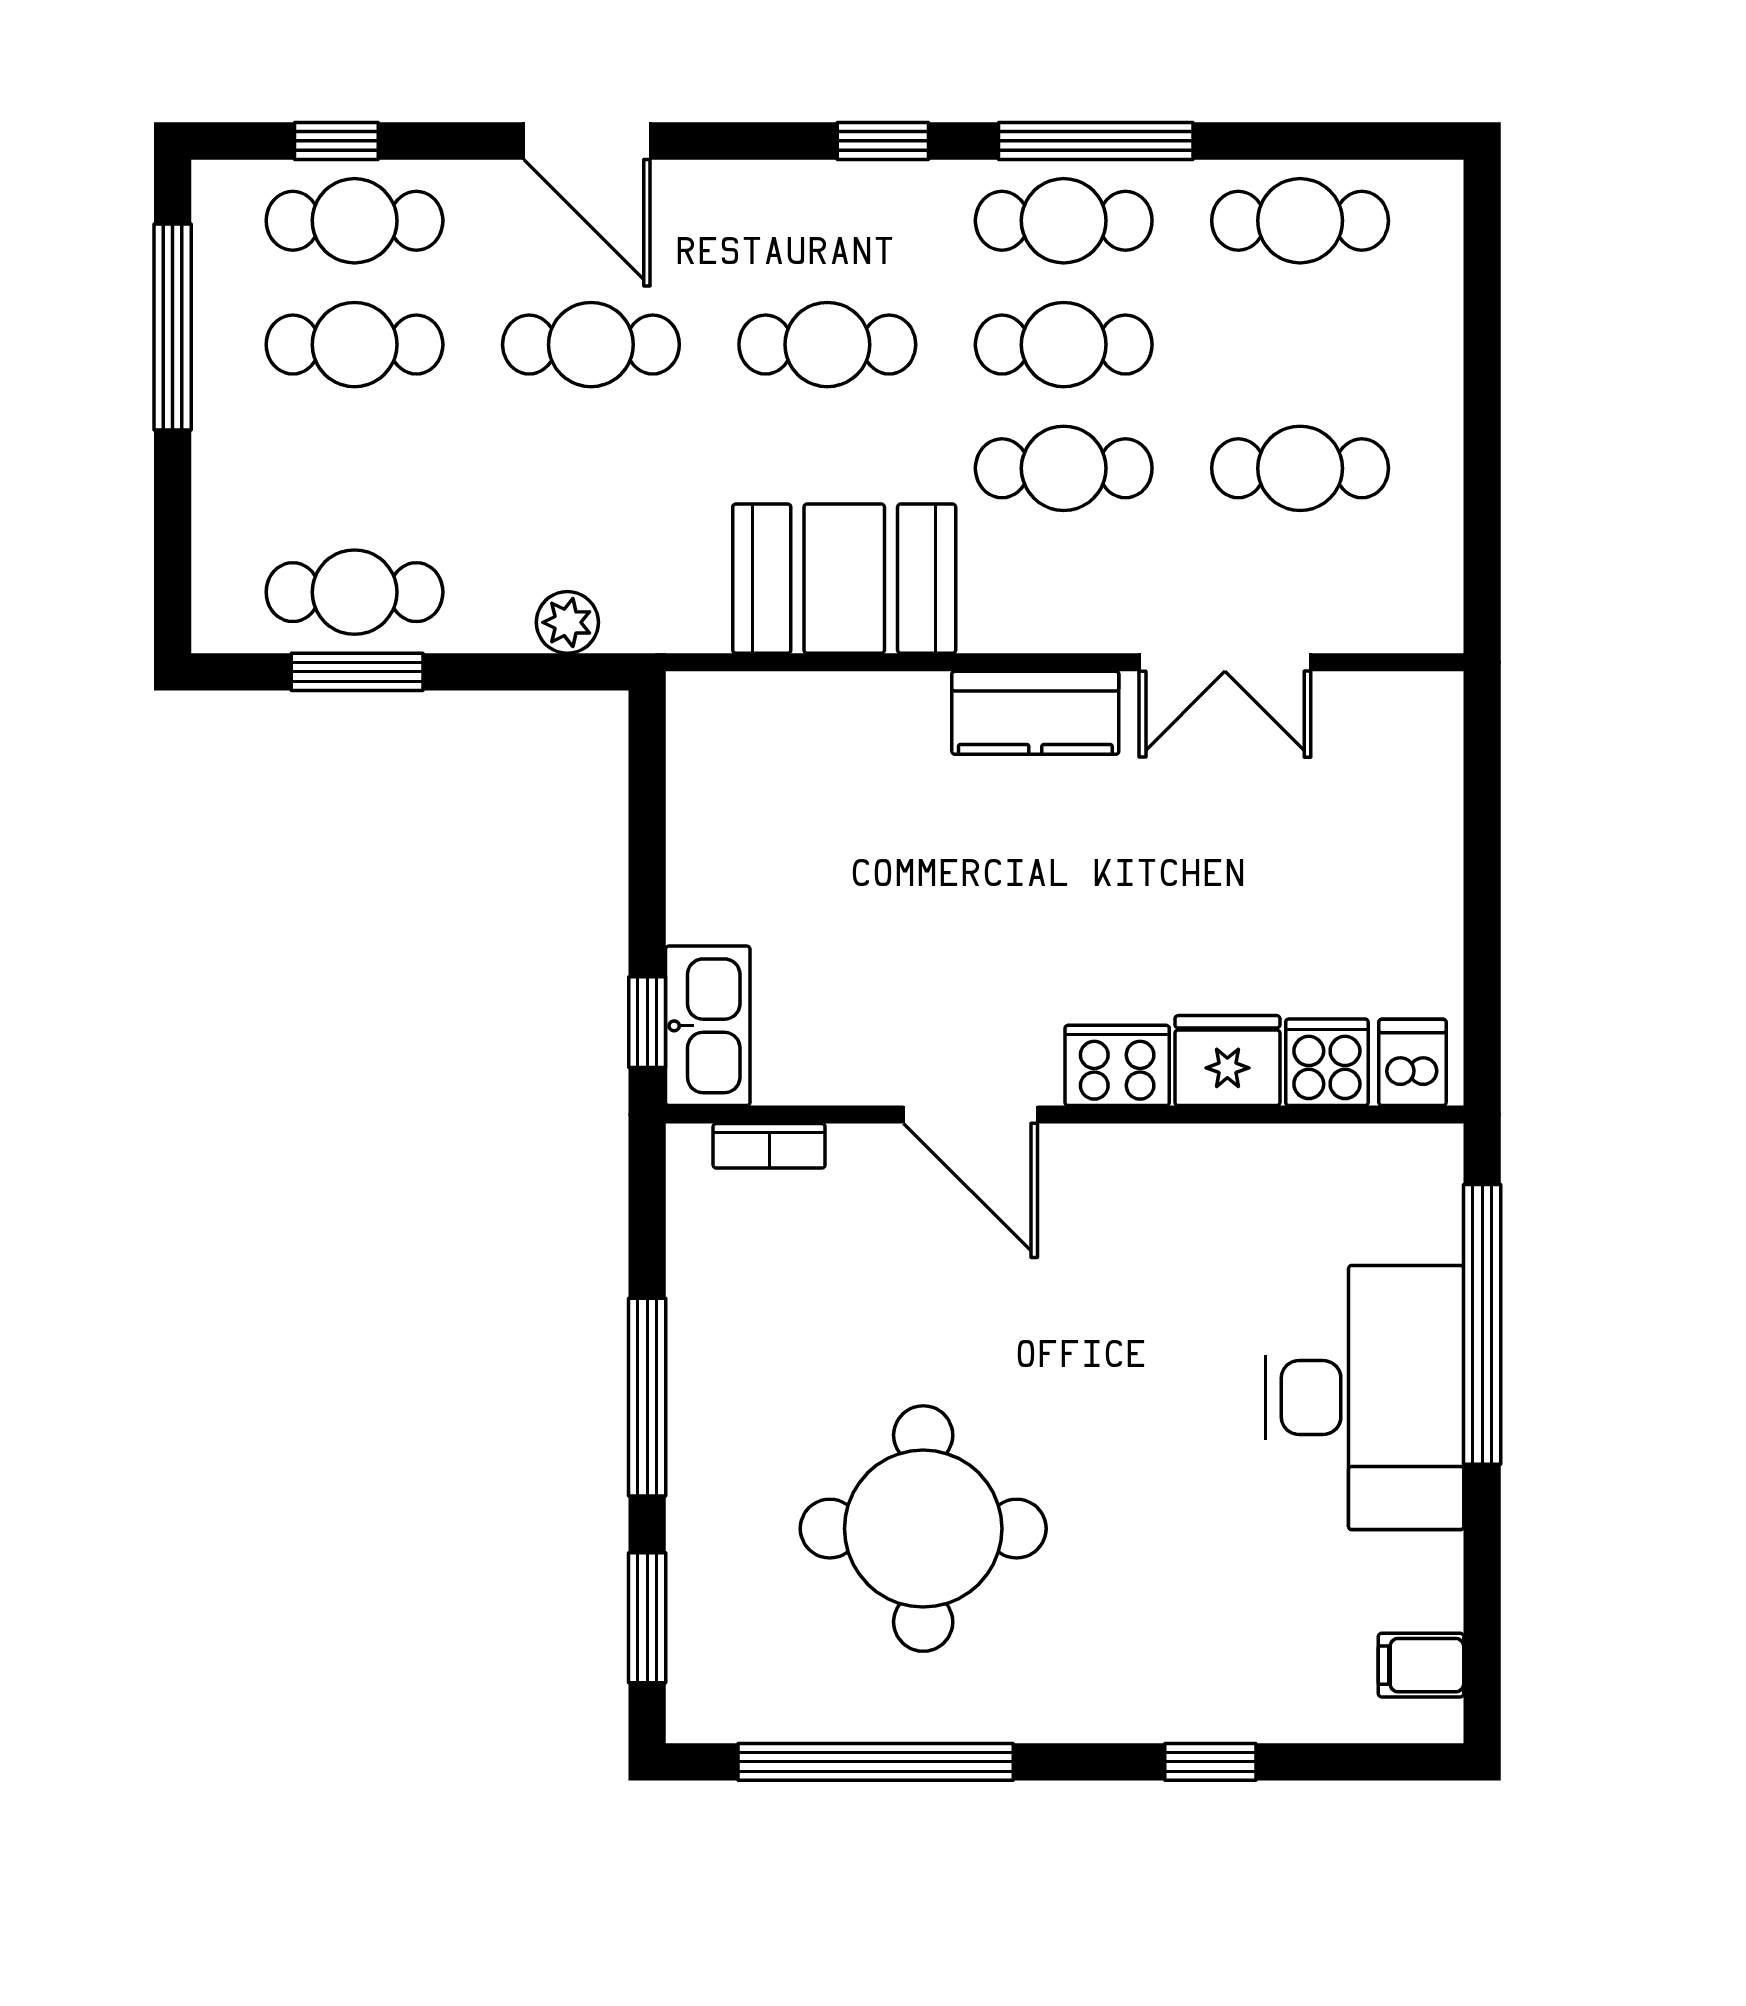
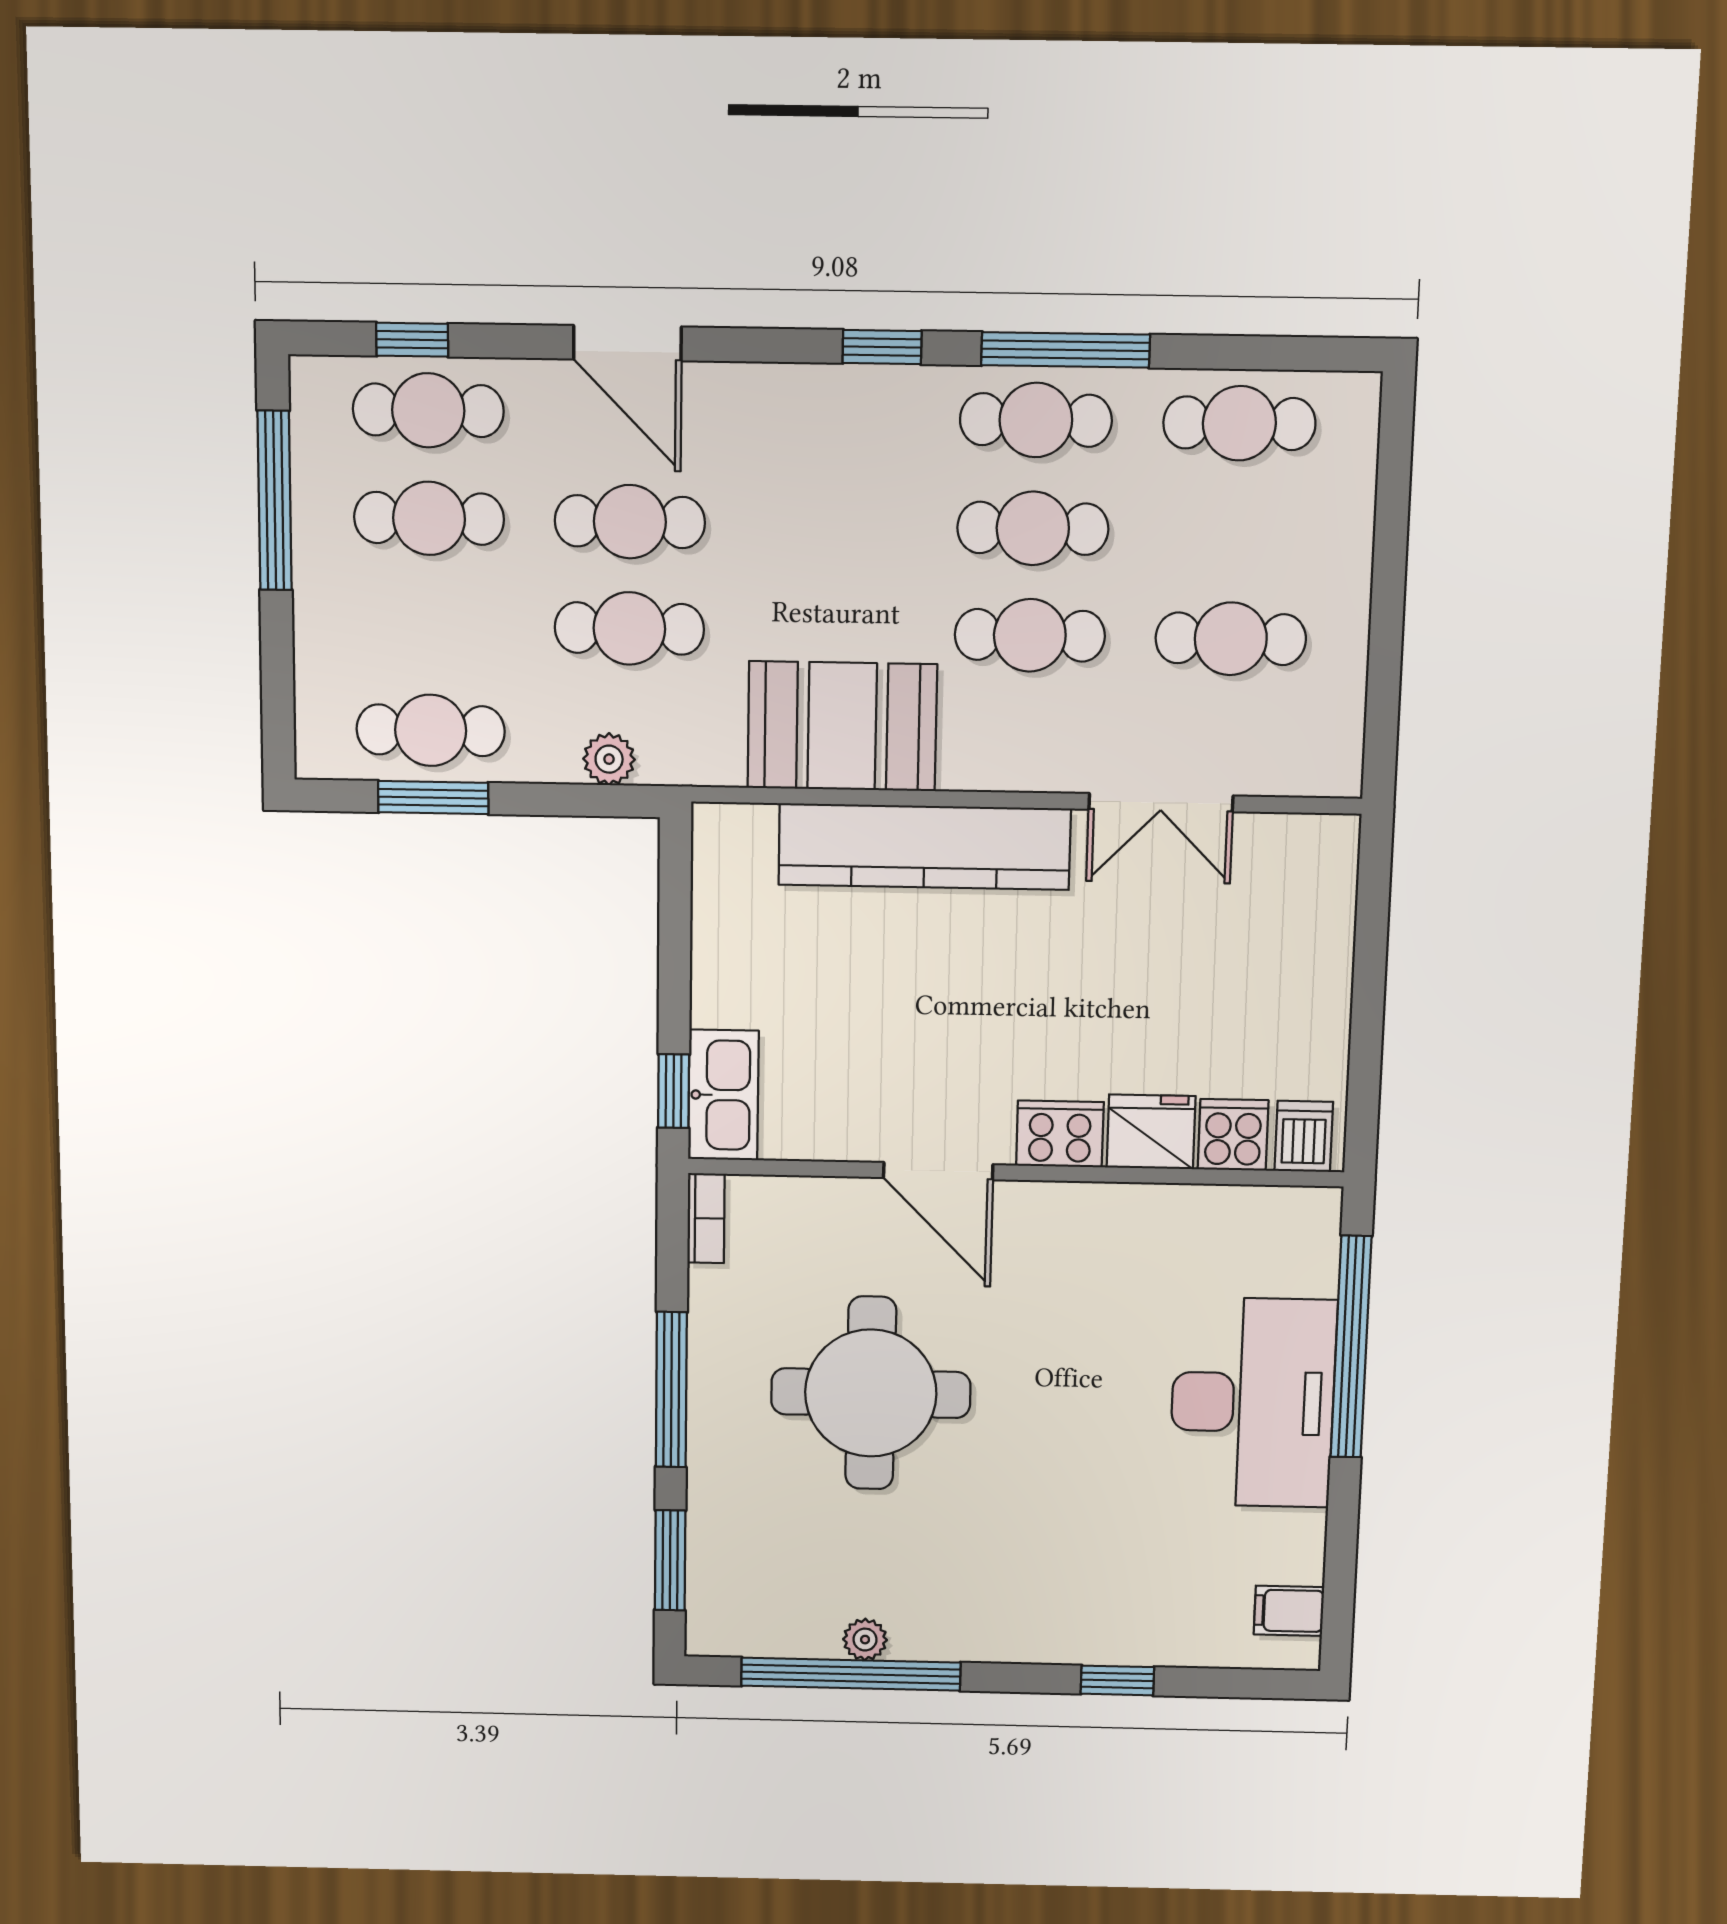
cafe table: (827, 345) -> (629, 628), moved
kitchen counter: (1035, 713) -> (924, 847), width x2.08, depth x1.17
bookcase: (769, 1146) -> (706, 1218), moved, turned -90
round table: (923, 1529) -> (871, 1393), moved
plant: (893, 1716) -> (865, 1640), added

